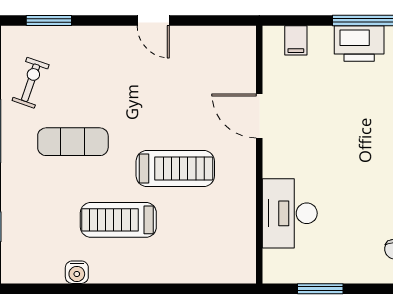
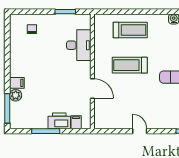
printer: (359, 43) -> (59, 121), moved
treadmill: (118, 220) -> (130, 30), moved

